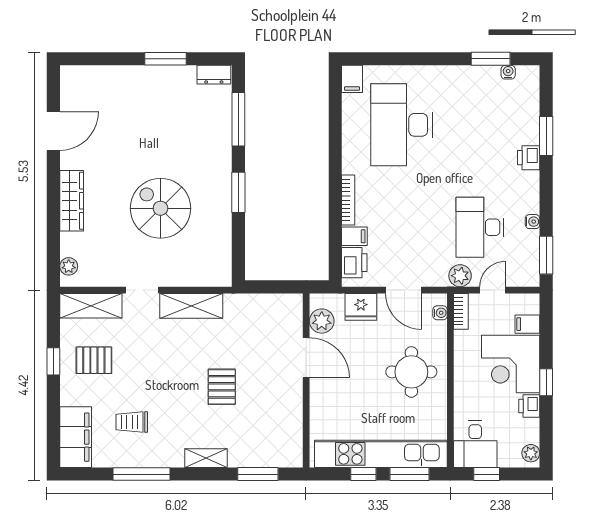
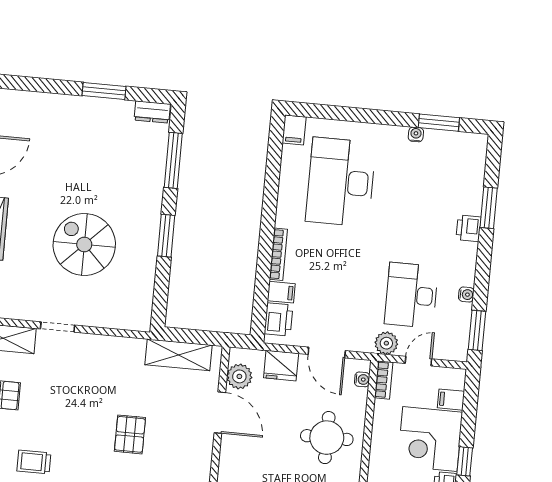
water cooler: (508, 72) -> (416, 134), moved
shelving: (191, 306) -> (179, 355), moved

